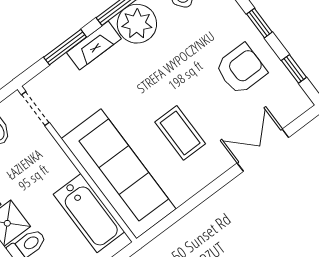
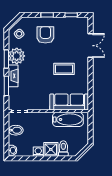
armchair: (241, 69) -> (45, 35), moved
double door: (263, 150) -> (91, 46), swing flipped
sofa: (119, 174) -> (69, 102), width x0.74, depth x0.79

